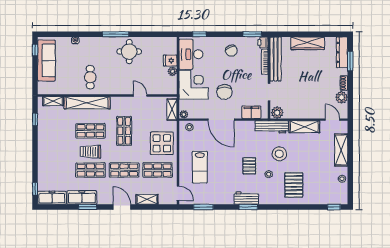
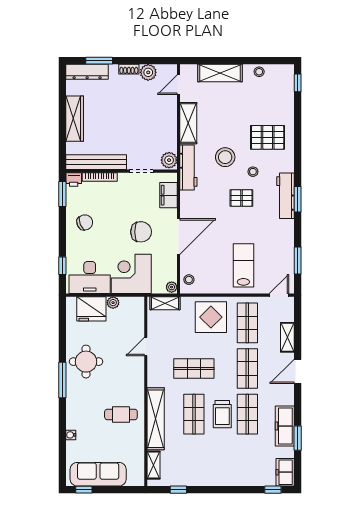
fridge: (170, 60) -> (91, 309), width x1.88, depth x1.34
lab bench: (200, 167) -> (243, 265), turned -90
freezer: (52, 198) -> (285, 472), width x0.71
workbench: (246, 198) -> (285, 196), width x1.38
window: (88, 207) -> (298, 438), moved

